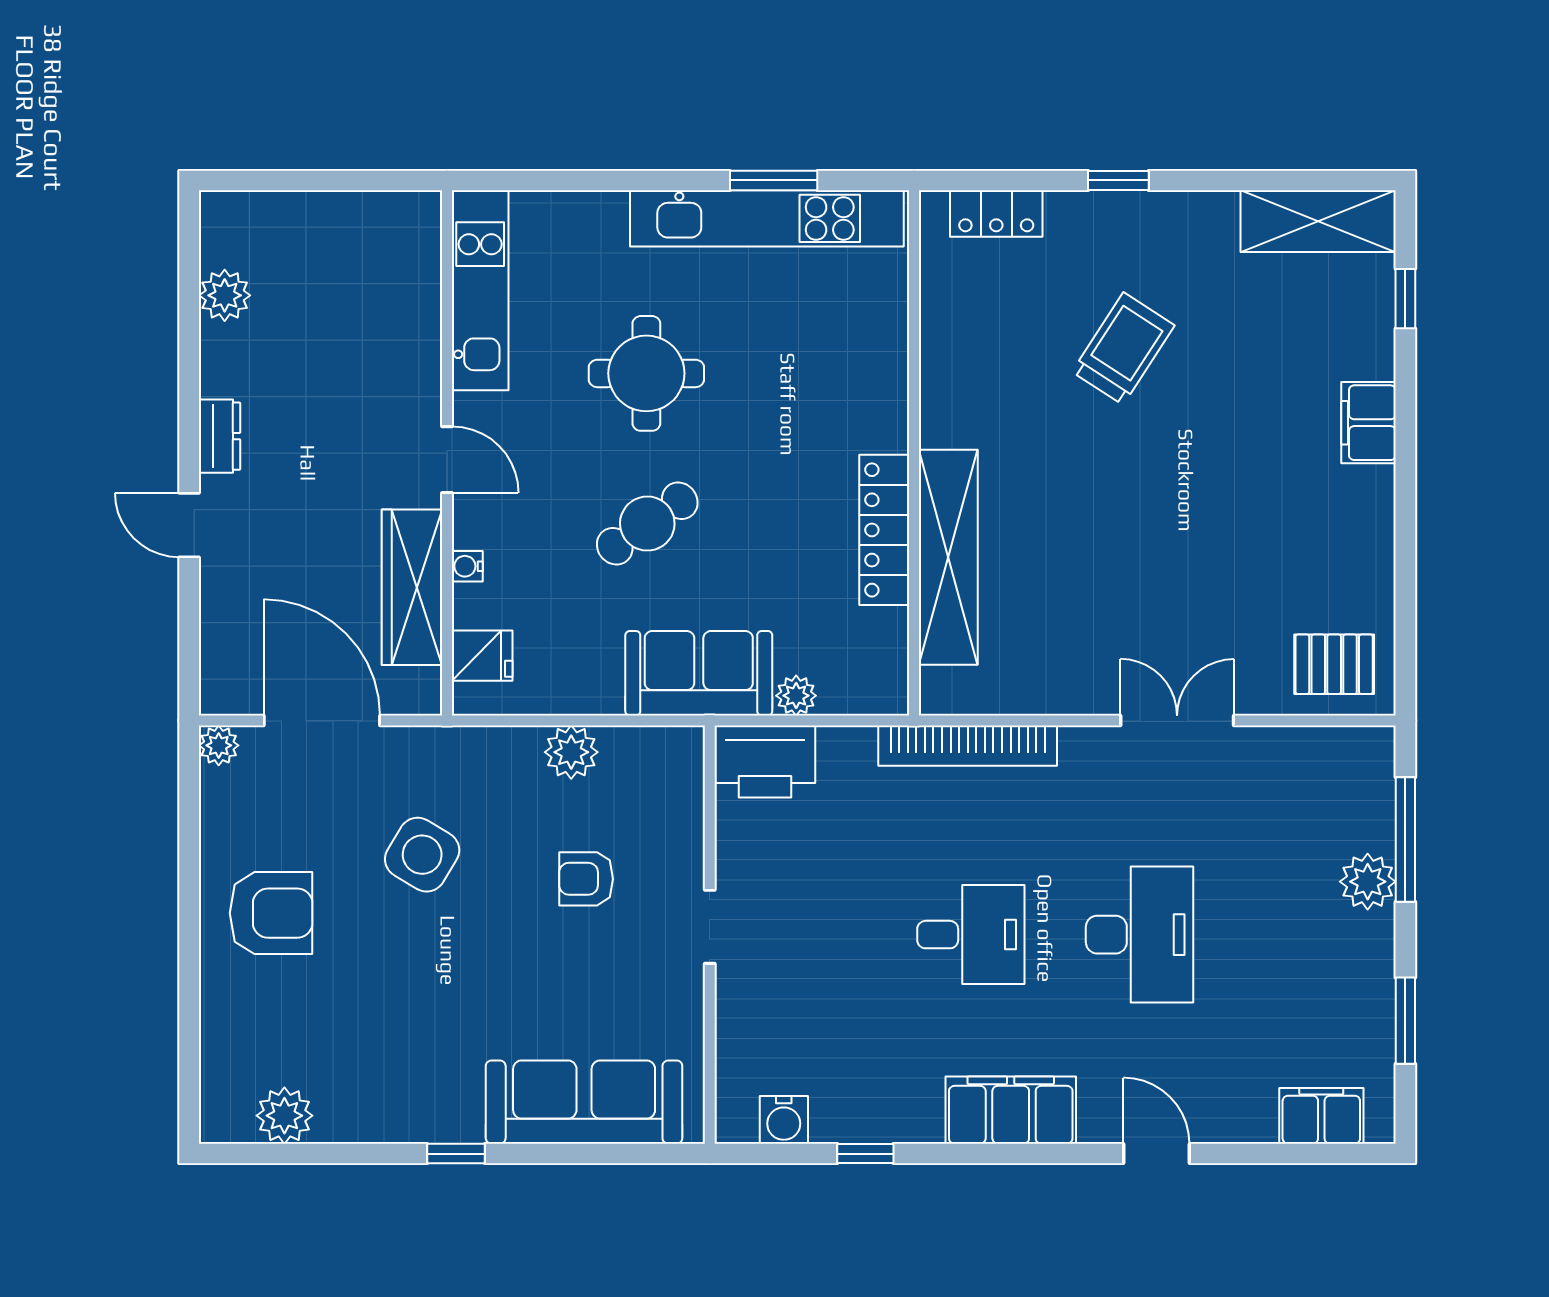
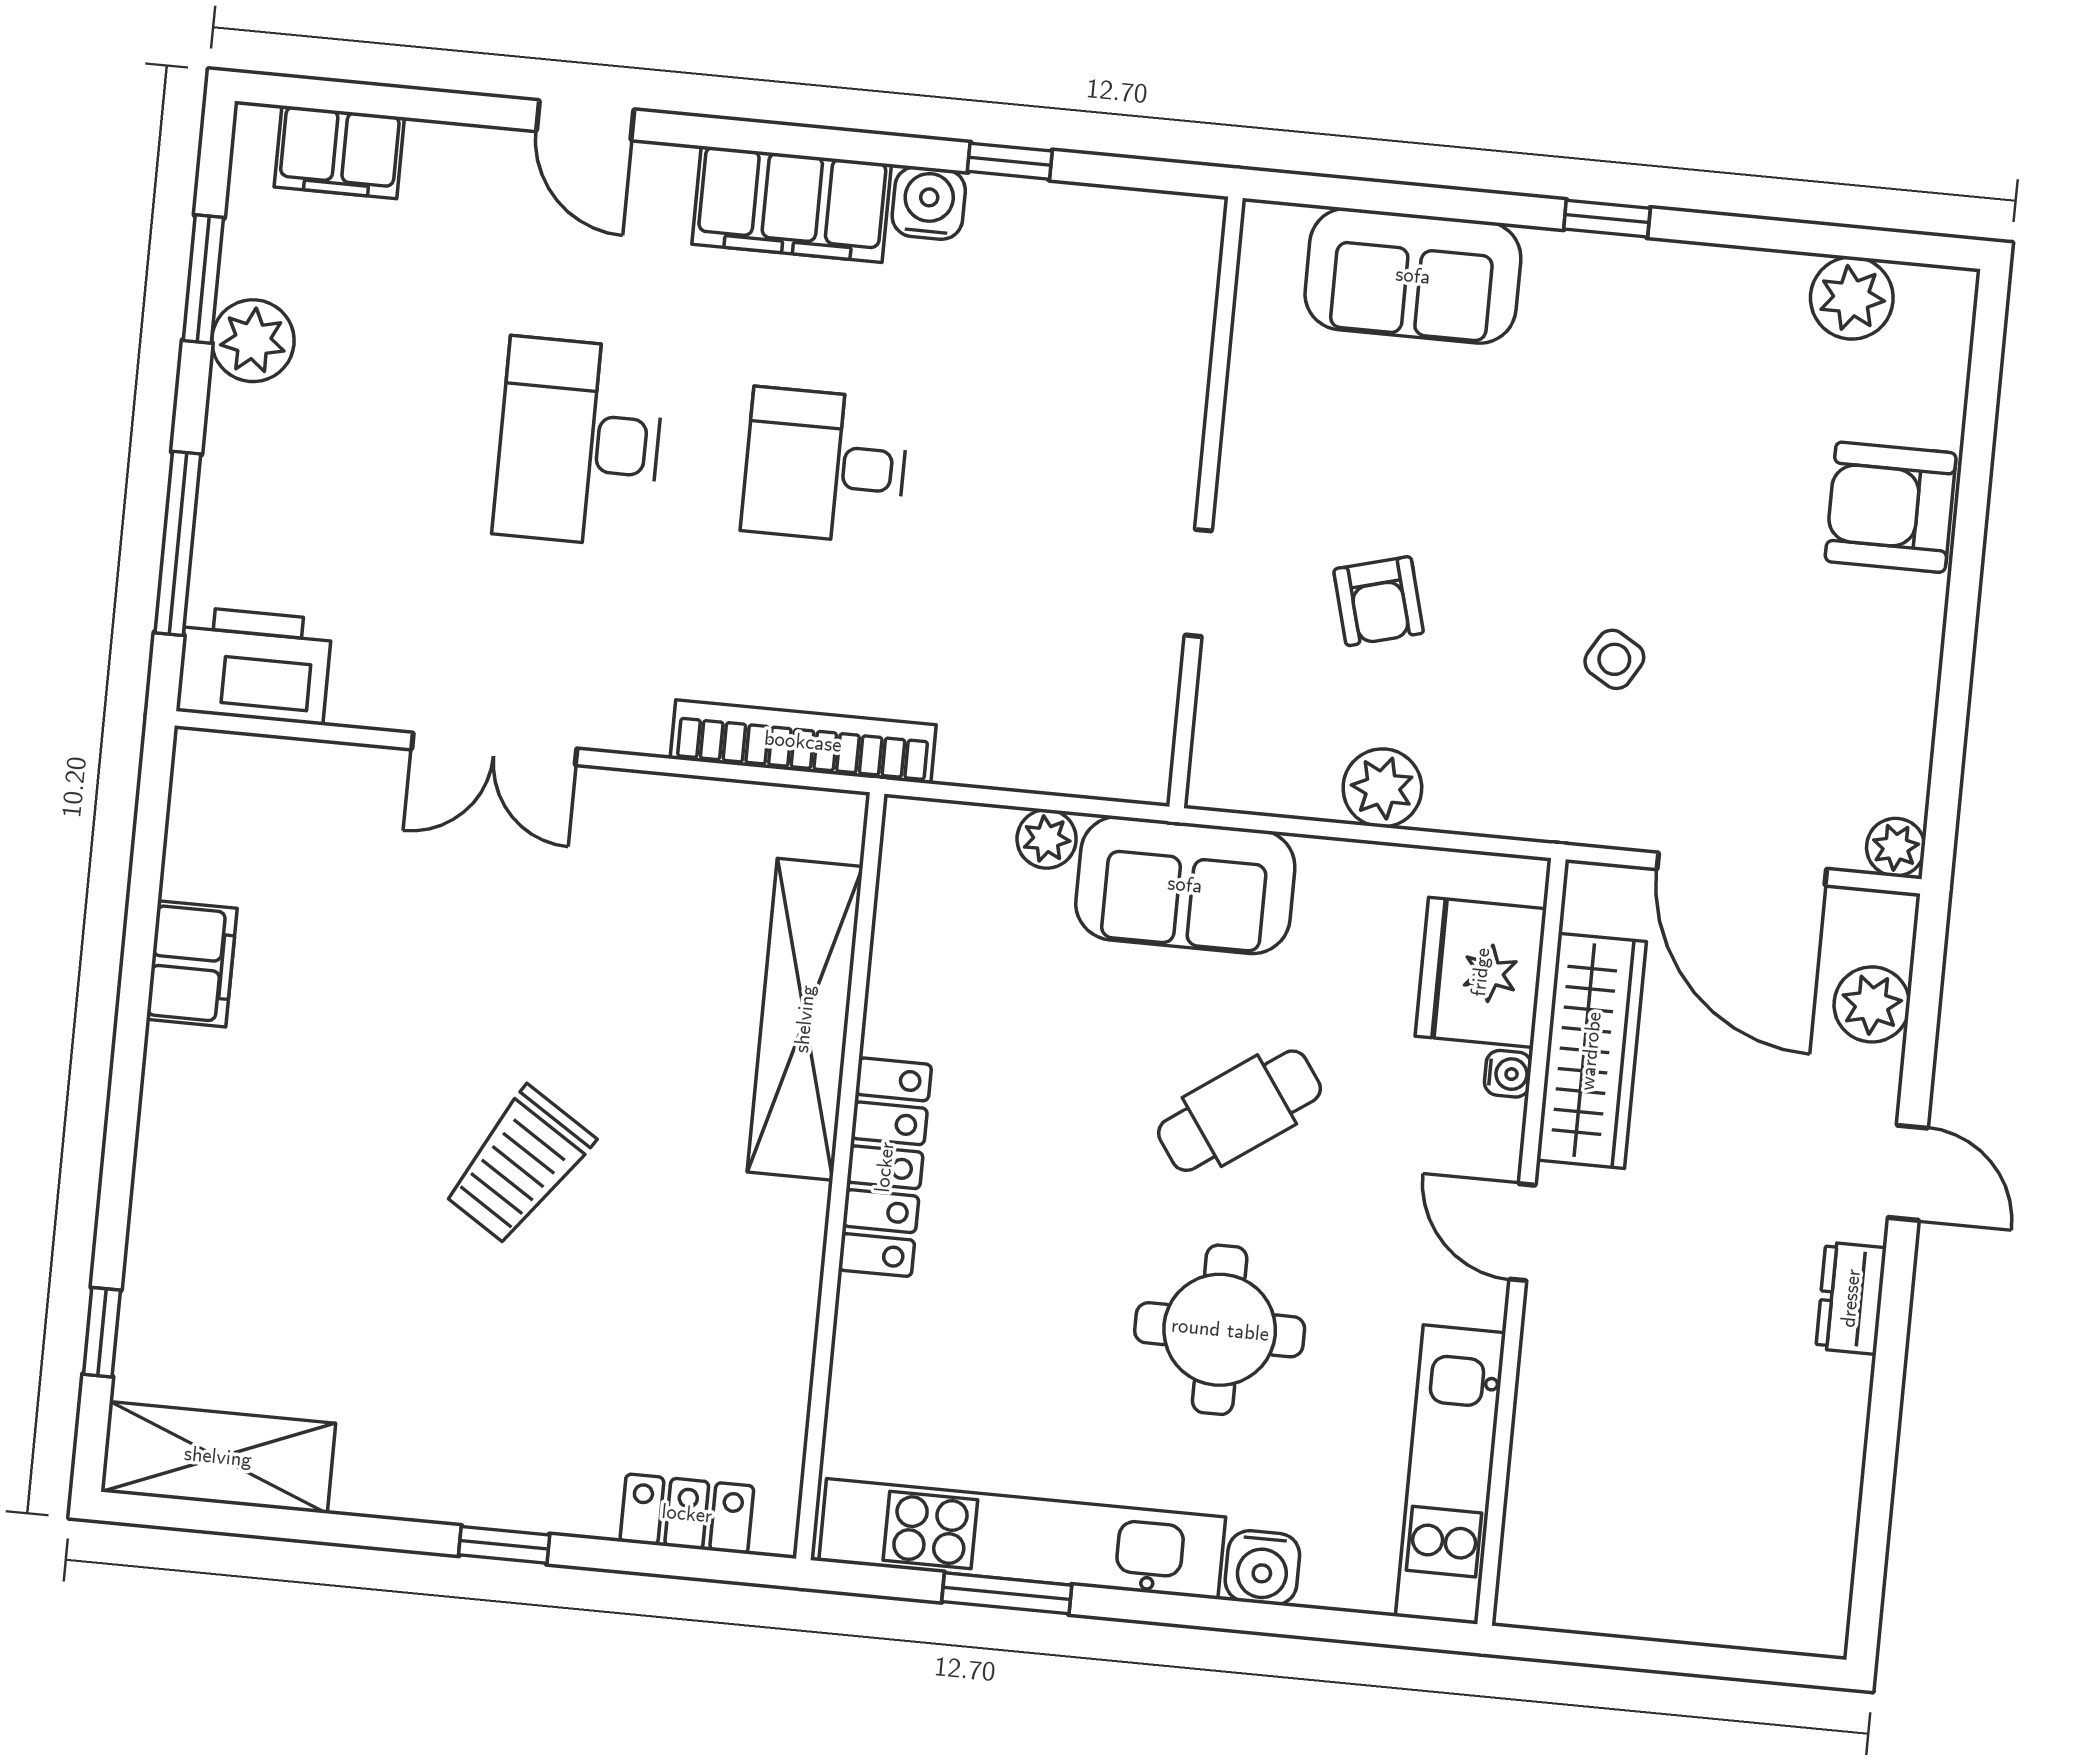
water cooler: (602, 215) -> (1262, 1568), added
plant: (225, 295) -> (1872, 1004), moved
trolley: (1123, 349) -> (519, 1166), moved
filing cabinet: (1369, 423) -> (192, 964), moved
locker: (884, 530) -> (885, 1167), moved
fridge: (482, 656) -> (1481, 972), width x1.88, depth x1.34
pallet: (1334, 664) -> (257, 809), removed
printer: (765, 761) -> (254, 666), moved
side table: (422, 855) -> (1614, 659), width x0.54, depth x0.54
armchair: (586, 879) -> (1379, 601), turned 75
plant: (1368, 882) -> (253, 341), moved
armchair: (271, 913) -> (1891, 507), moved
doorway: (710, 927) -> (1198, 583), moved
sofa: (584, 1102) -> (1413, 276), width x0.73
water cooler: (784, 1120) -> (929, 203), moved

